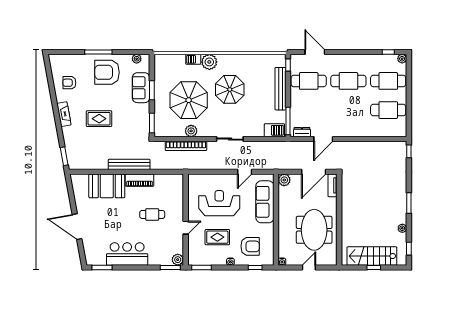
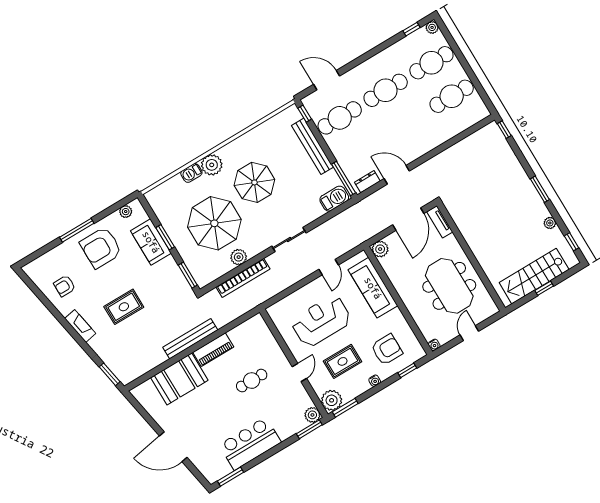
door: (323, 139) -> (397, 175), swing flipped
plant: (195, 258) -> (332, 400), added

